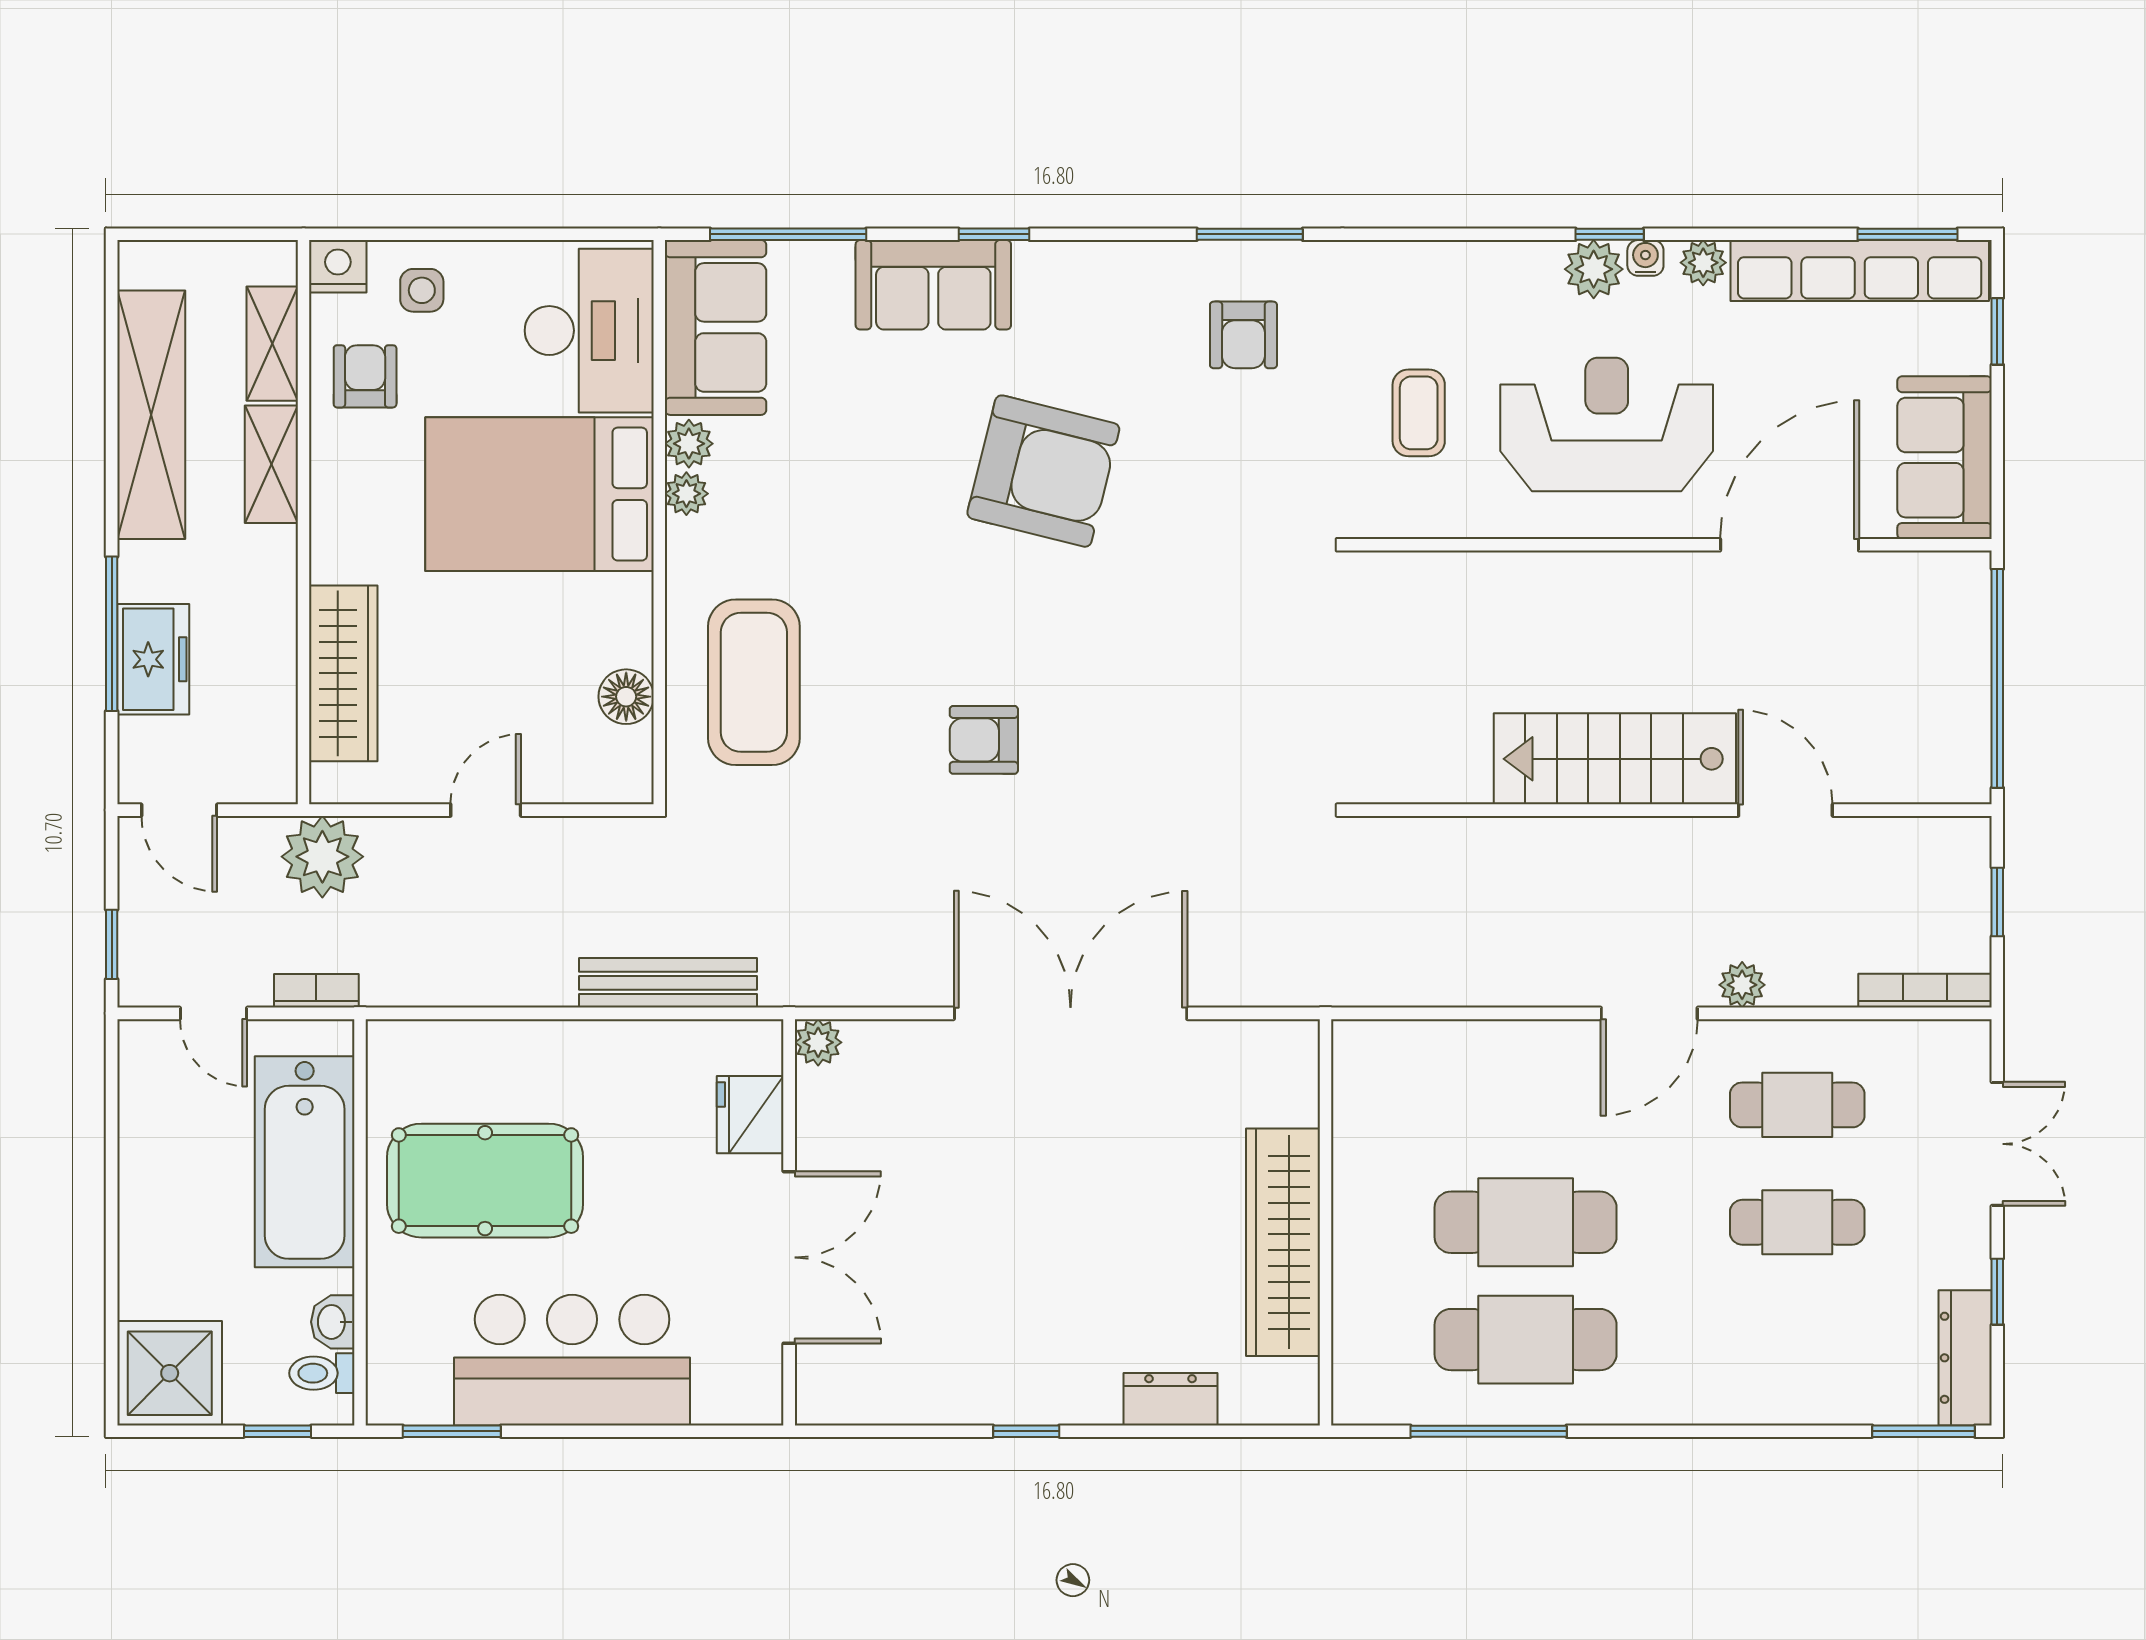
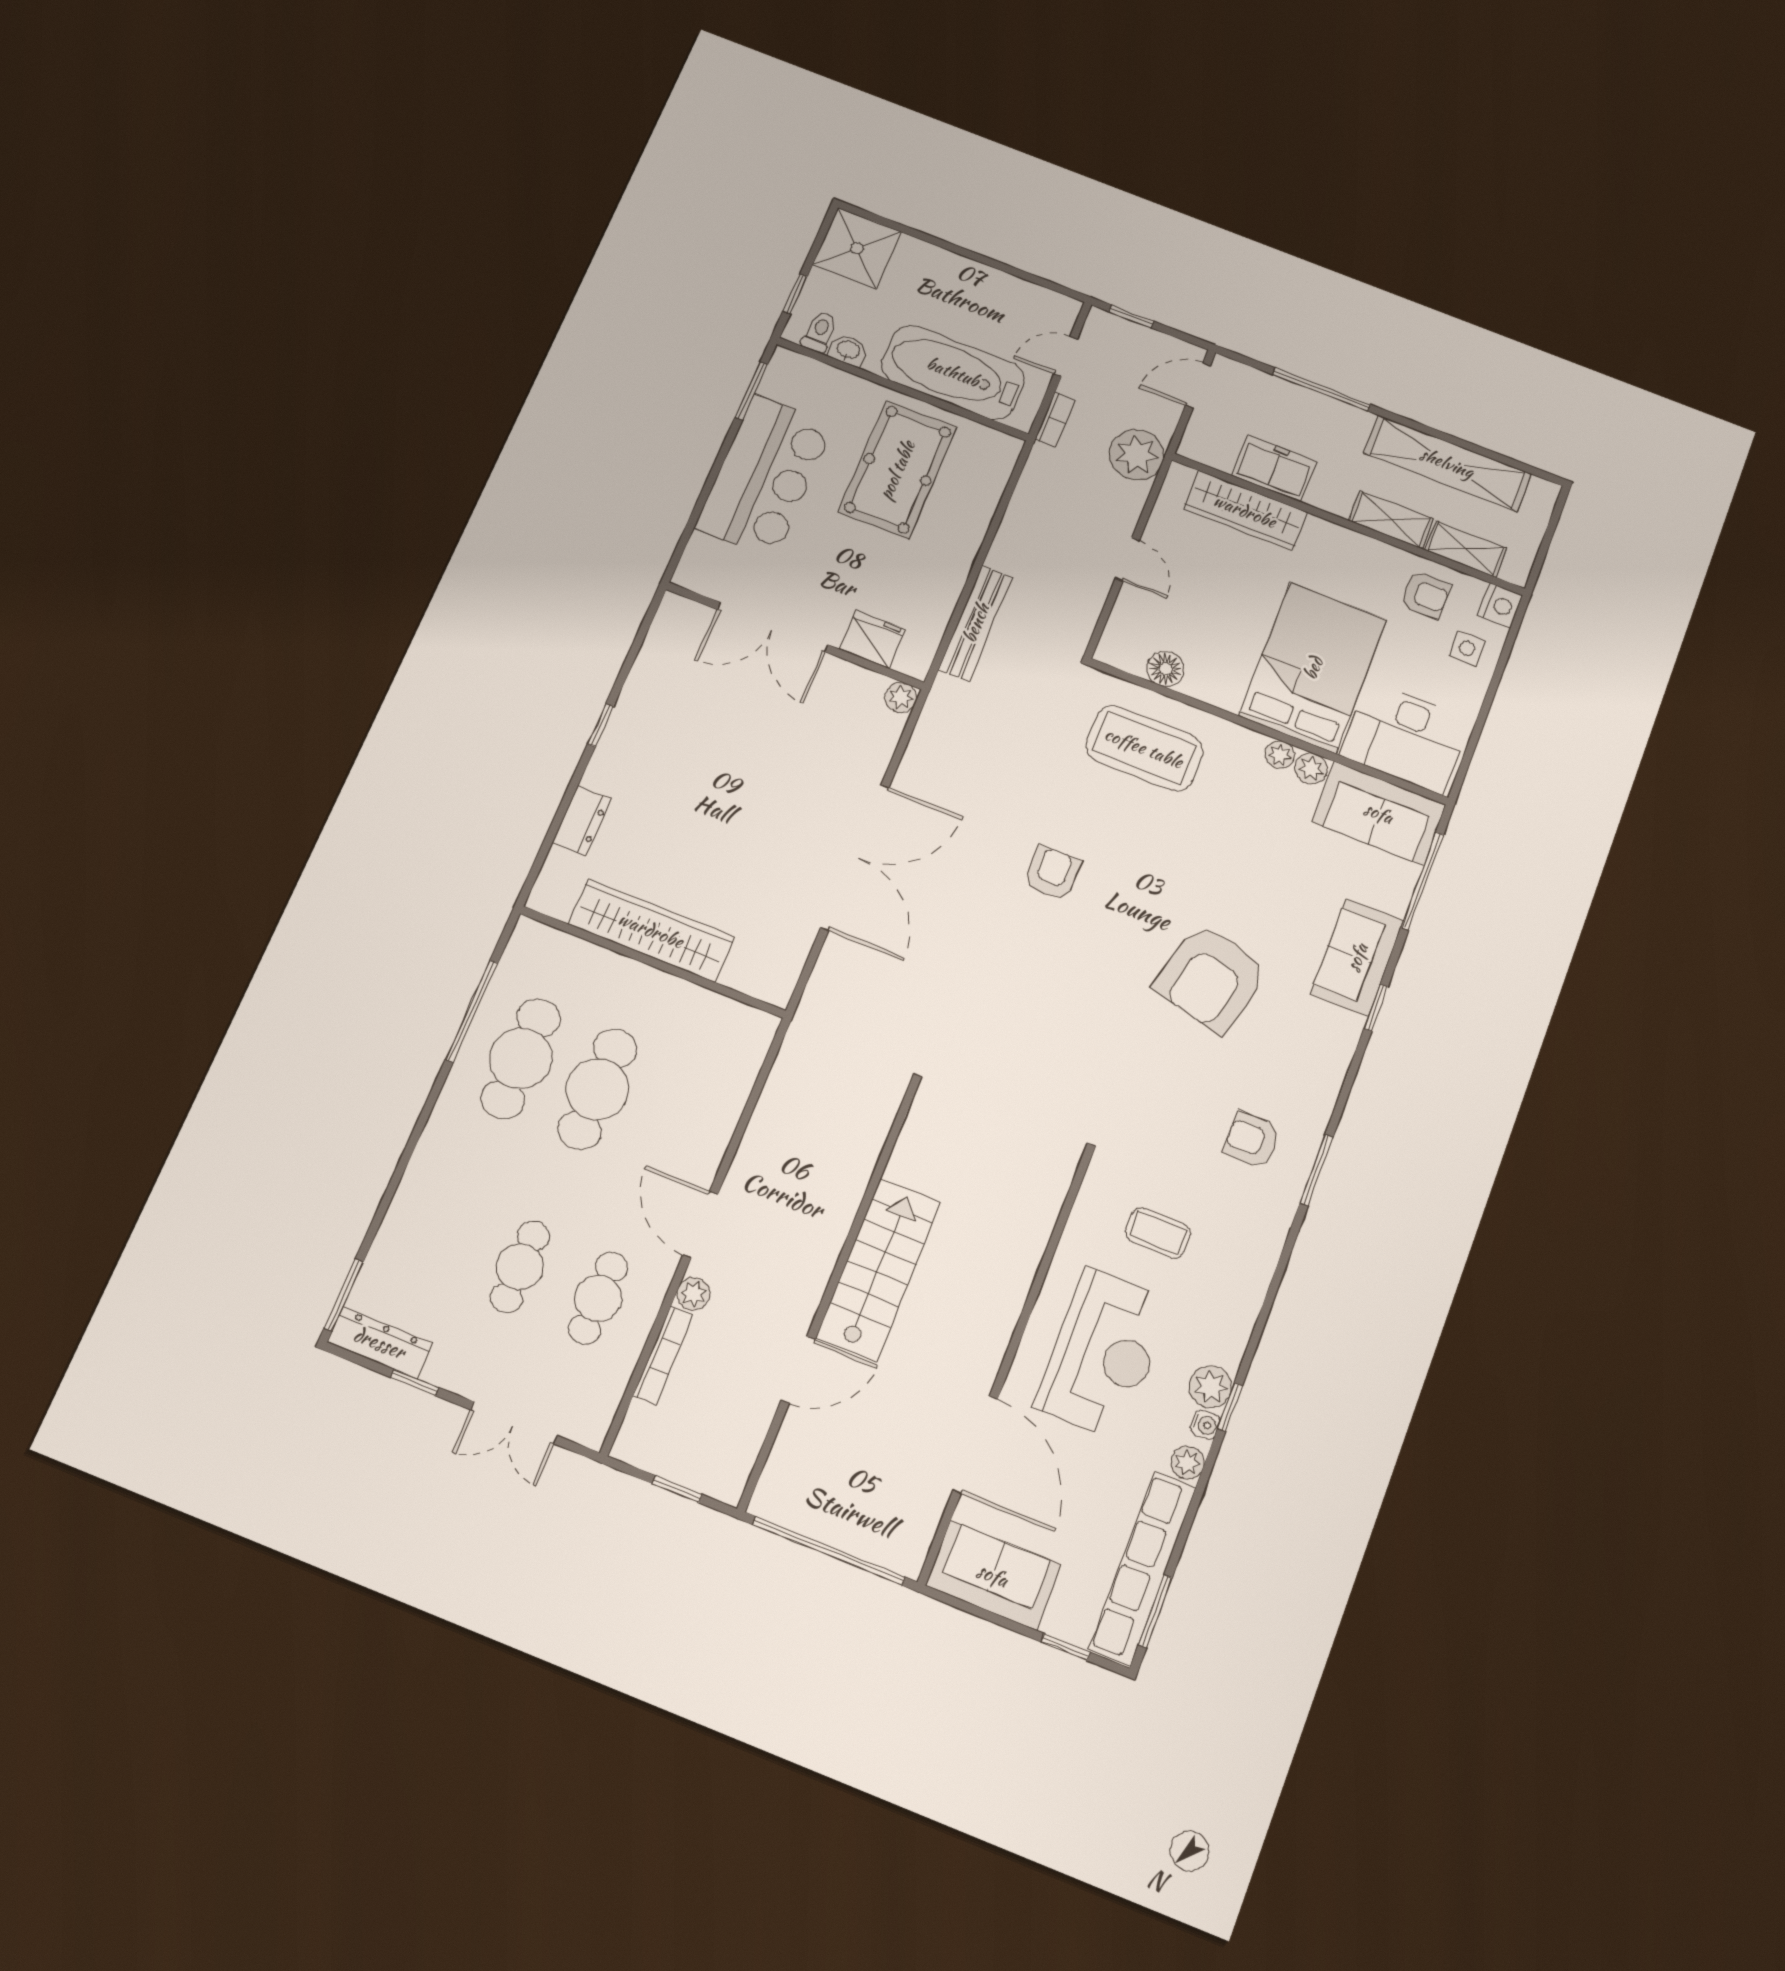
freezer: (153, 659) -> (1274, 469), moved, turned 180
bookcase: (1925, 991) -> (663, 1355), moved

